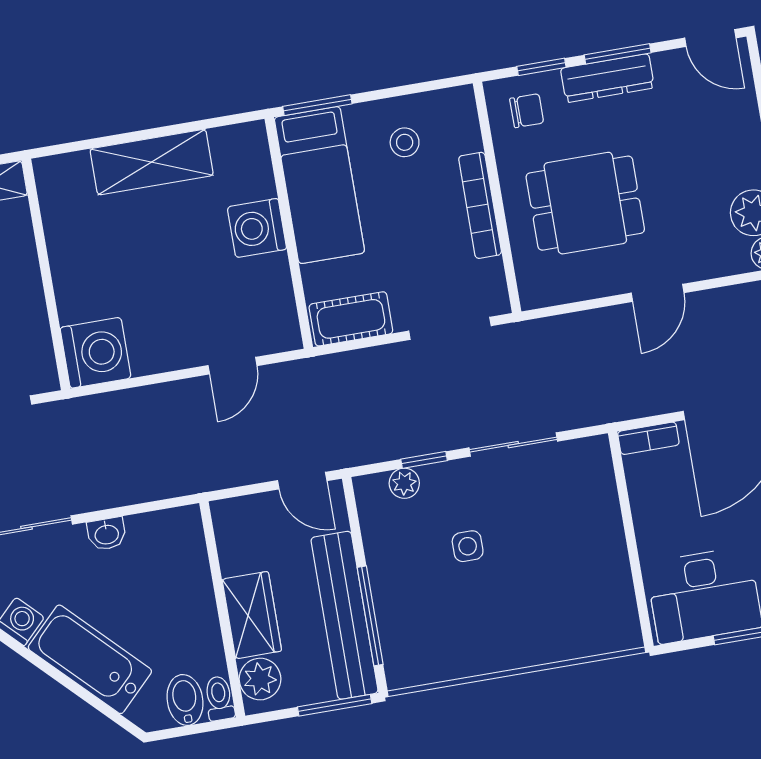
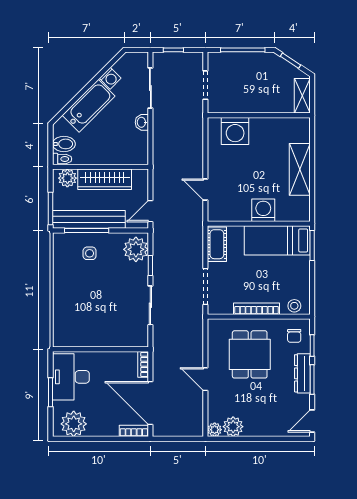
stool: (405, 142) -> (294, 306), moved
washing machine: (96, 353) -> (235, 131), moved
plant: (404, 483) -> (136, 249), width x1.88, depth x1.88
side table: (468, 546) -> (90, 253), moved
wardrobe: (252, 615) -> (105, 179), width x1.50

